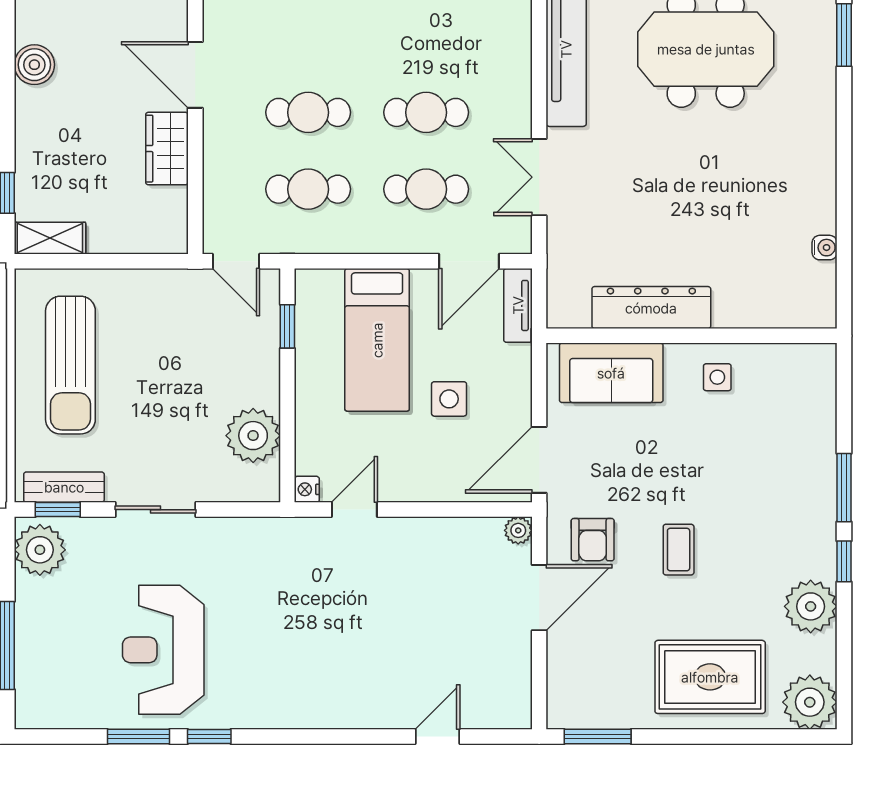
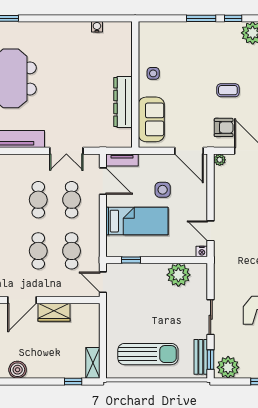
door: (236, 261) -> (103, 282), swing flipped

